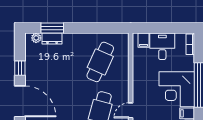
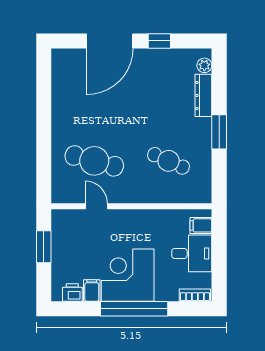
window: (52, 28) -> (219, 132), moved
dresser: (52, 39) -> (203, 95), width x1.44
cafe table: (100, 62) -> (169, 161), width x0.73, depth x0.74

